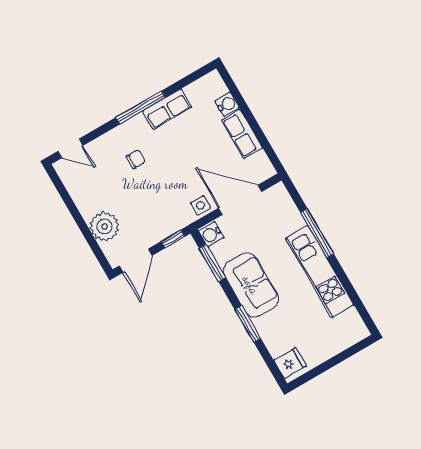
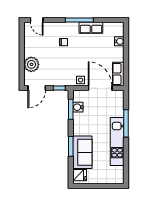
row of seats: (242, 134) -> (118, 74), moved
water cooler: (211, 234) -> (78, 107), moved
sofa: (251, 285) -> (82, 152), moved

